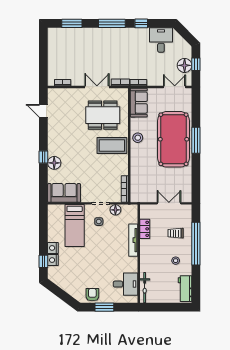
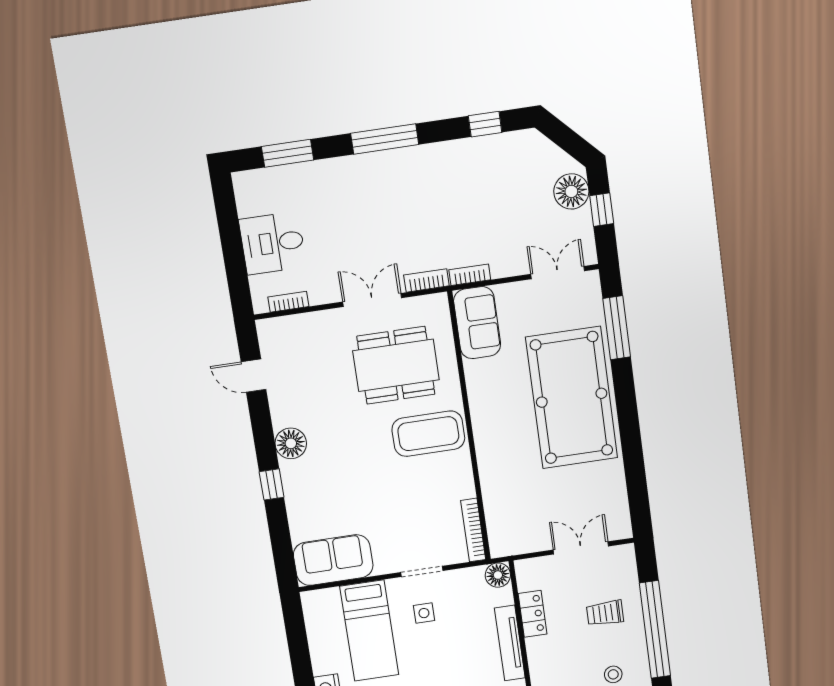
window: (141, 23) -> (485, 124), moved
desk: (161, 40) -> (273, 243), moved, turned -90
floor lamp: (185, 65) -> (571, 191), moved
stool: (138, 138) -> (487, 406), removed
window: (196, 140) -> (617, 328), moved
floor lamp: (54, 163) -> (291, 443), moved
floor lamp: (115, 210) -> (498, 575), moved

